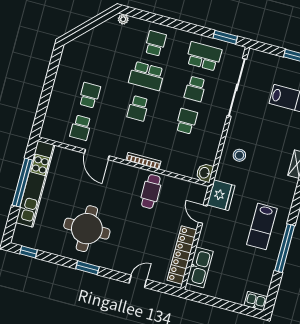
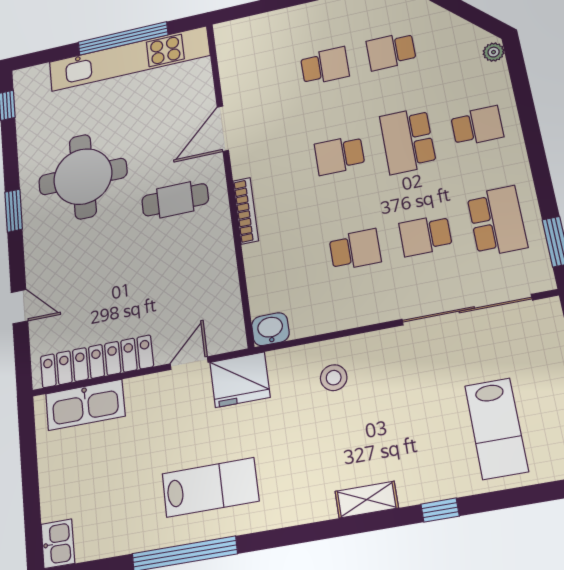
school desk: (81, 128) -> (391, 51), moved
cafe table: (151, 191) -> (175, 200), moved
lab bench: (262, 226) -> (210, 487), turned 180

